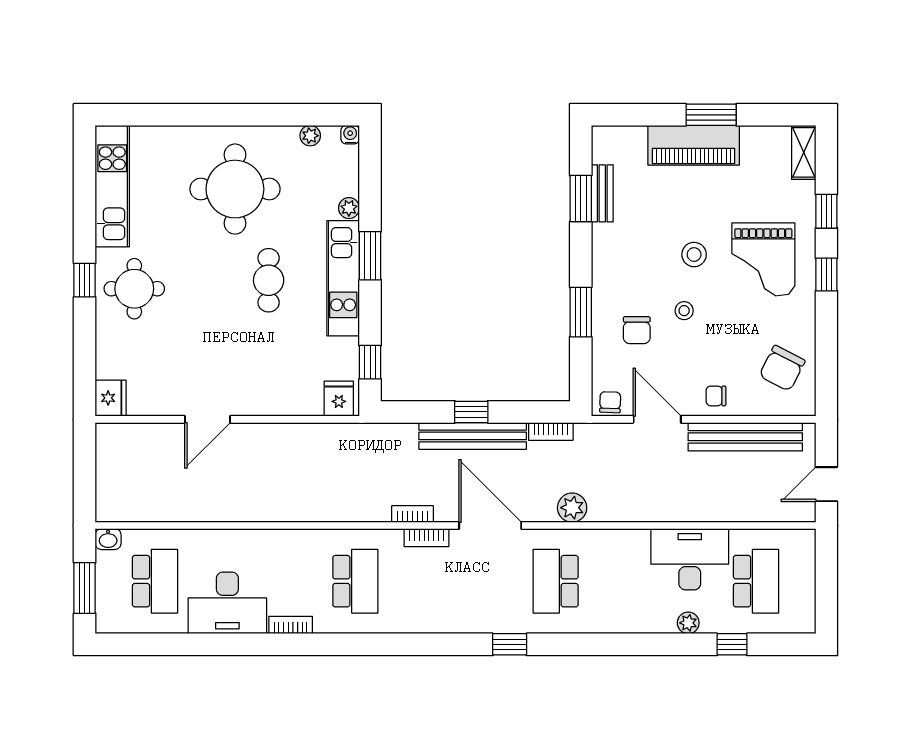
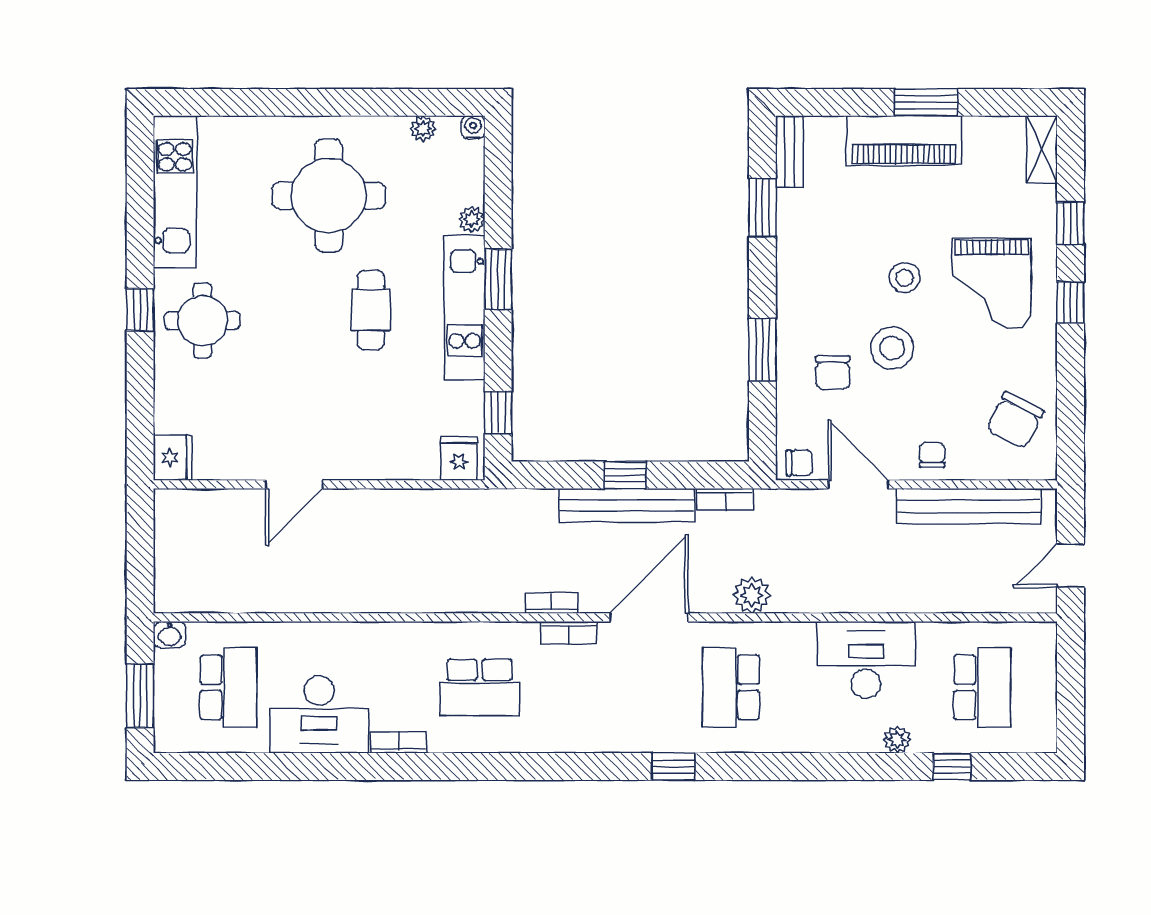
bench: (602, 193) -> (789, 152), moved
stool: (684, 311) -> (892, 348), width x1.89, depth x1.89
chair: (716, 396) -> (932, 455), turned 90
chair: (610, 402) -> (799, 463), turned 88
door: (490, 525) -> (649, 617), hinge flipped
desk: (690, 559) -> (866, 660), moved
school desk: (355, 581) -> (480, 687), turned 90

